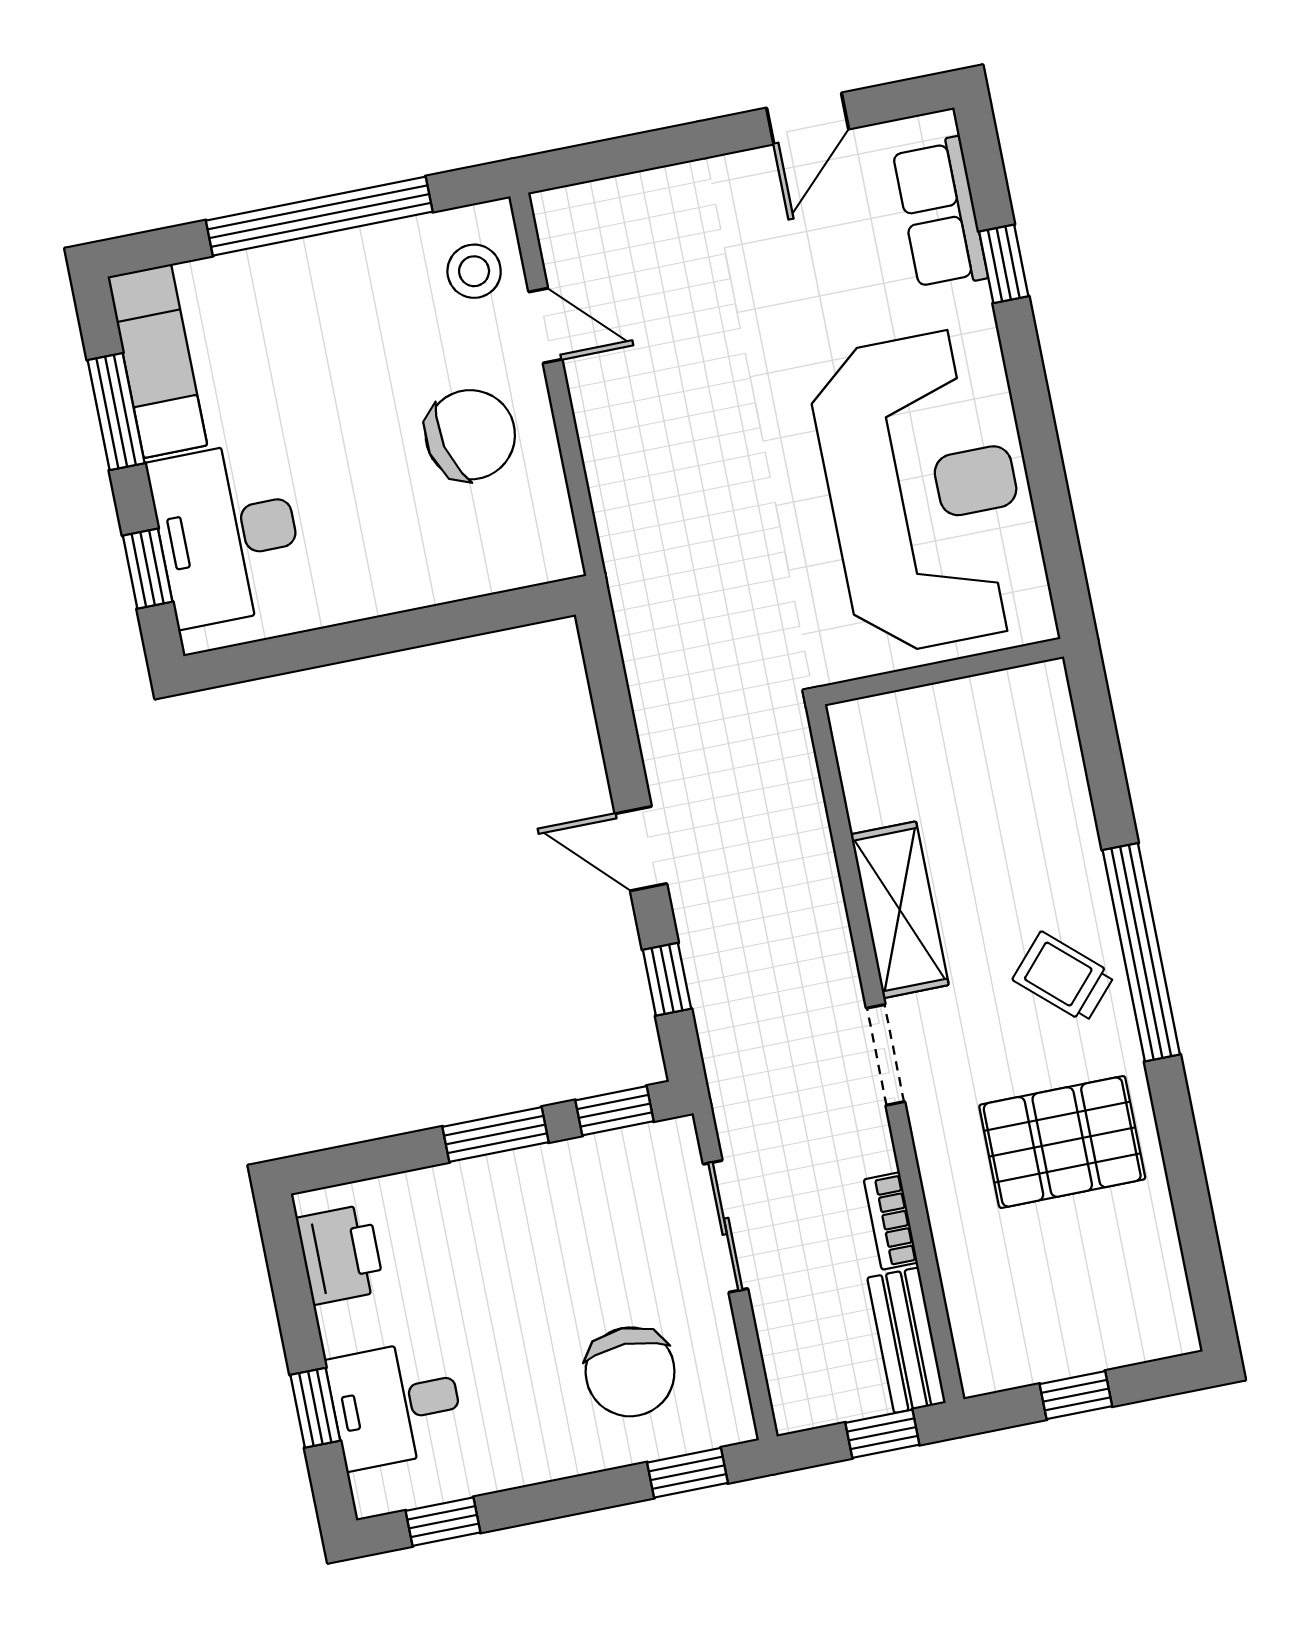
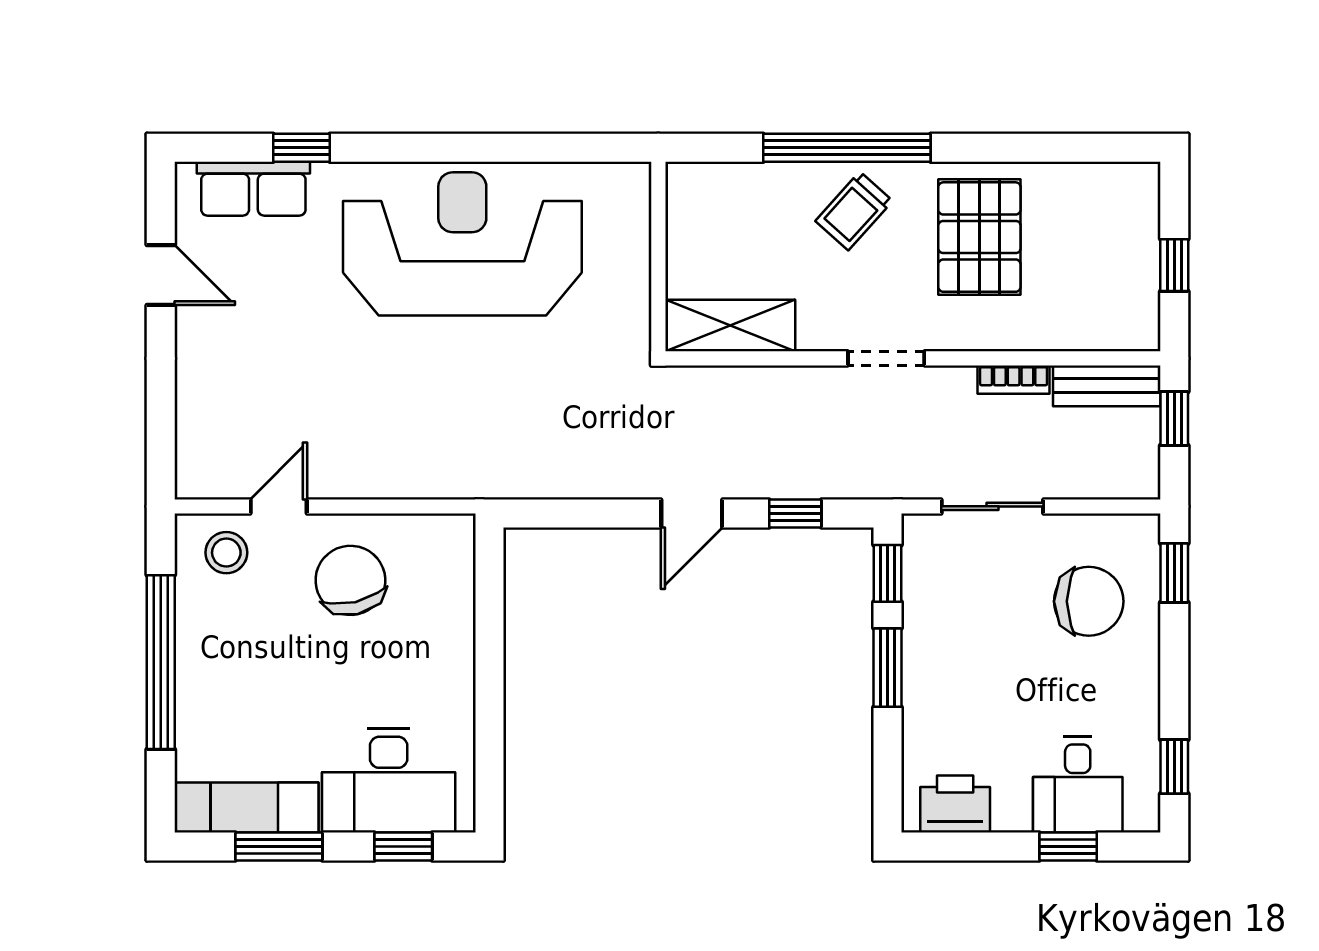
wall: (943, 672) -> (658, 257), moved
shelving: (900, 910) -> (730, 325), moved

